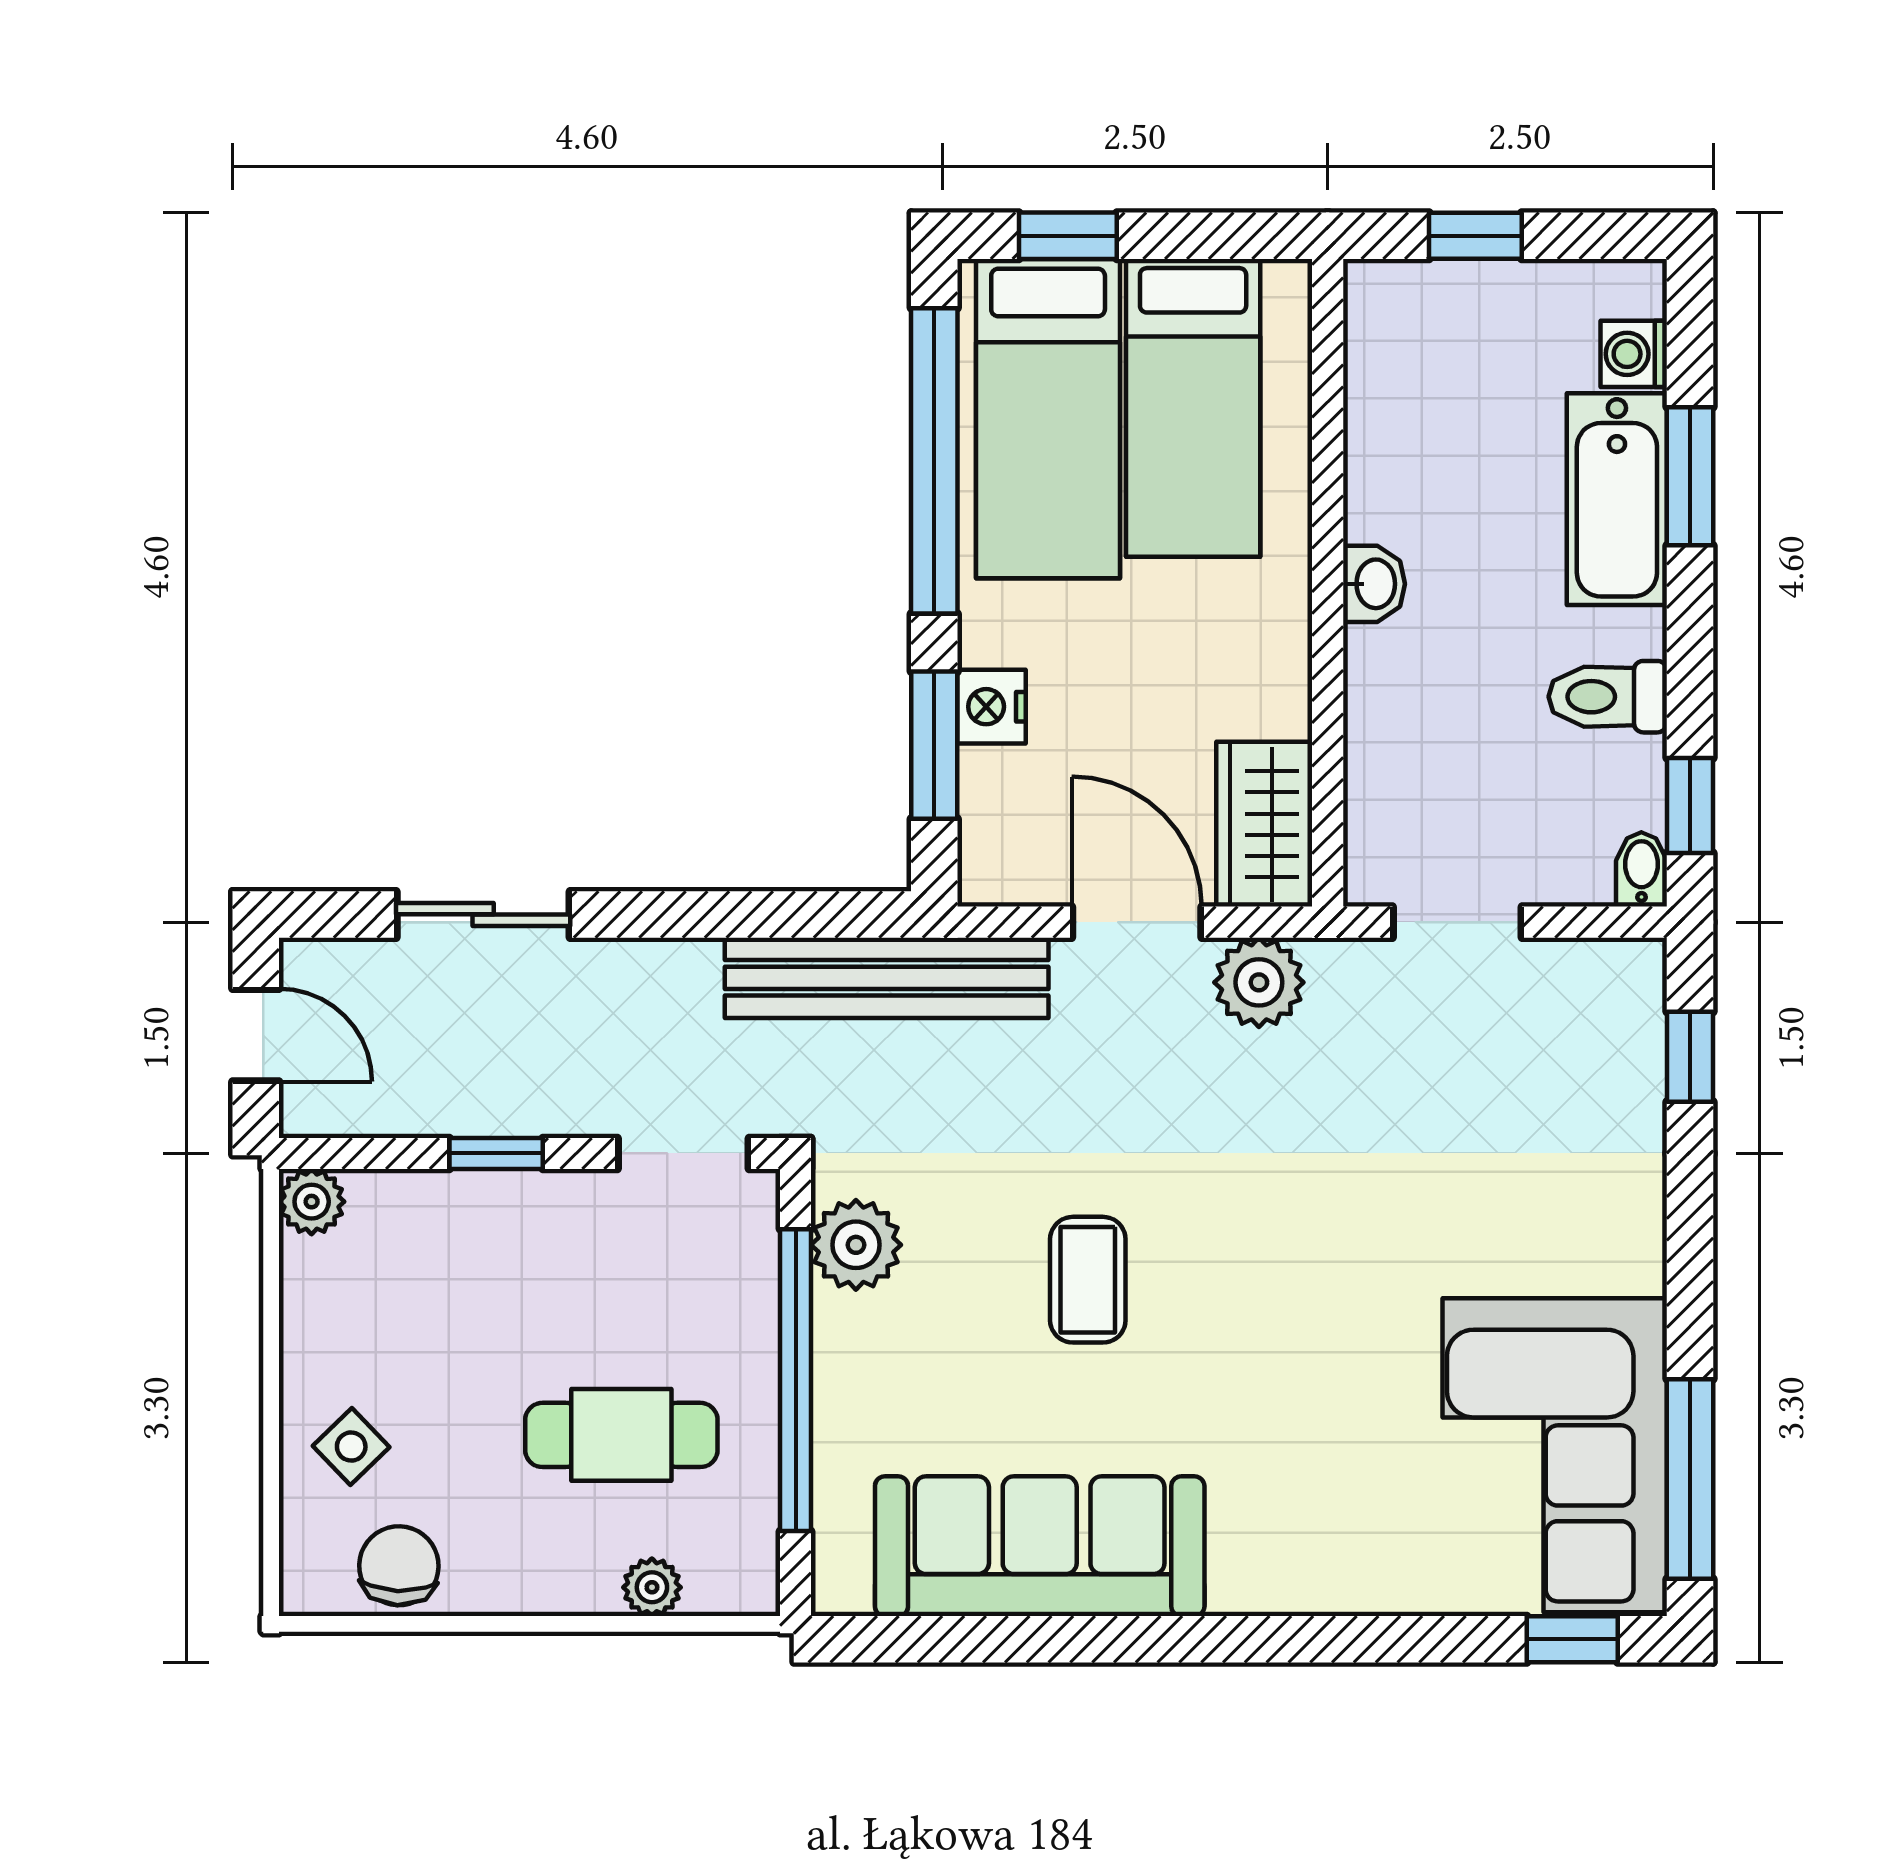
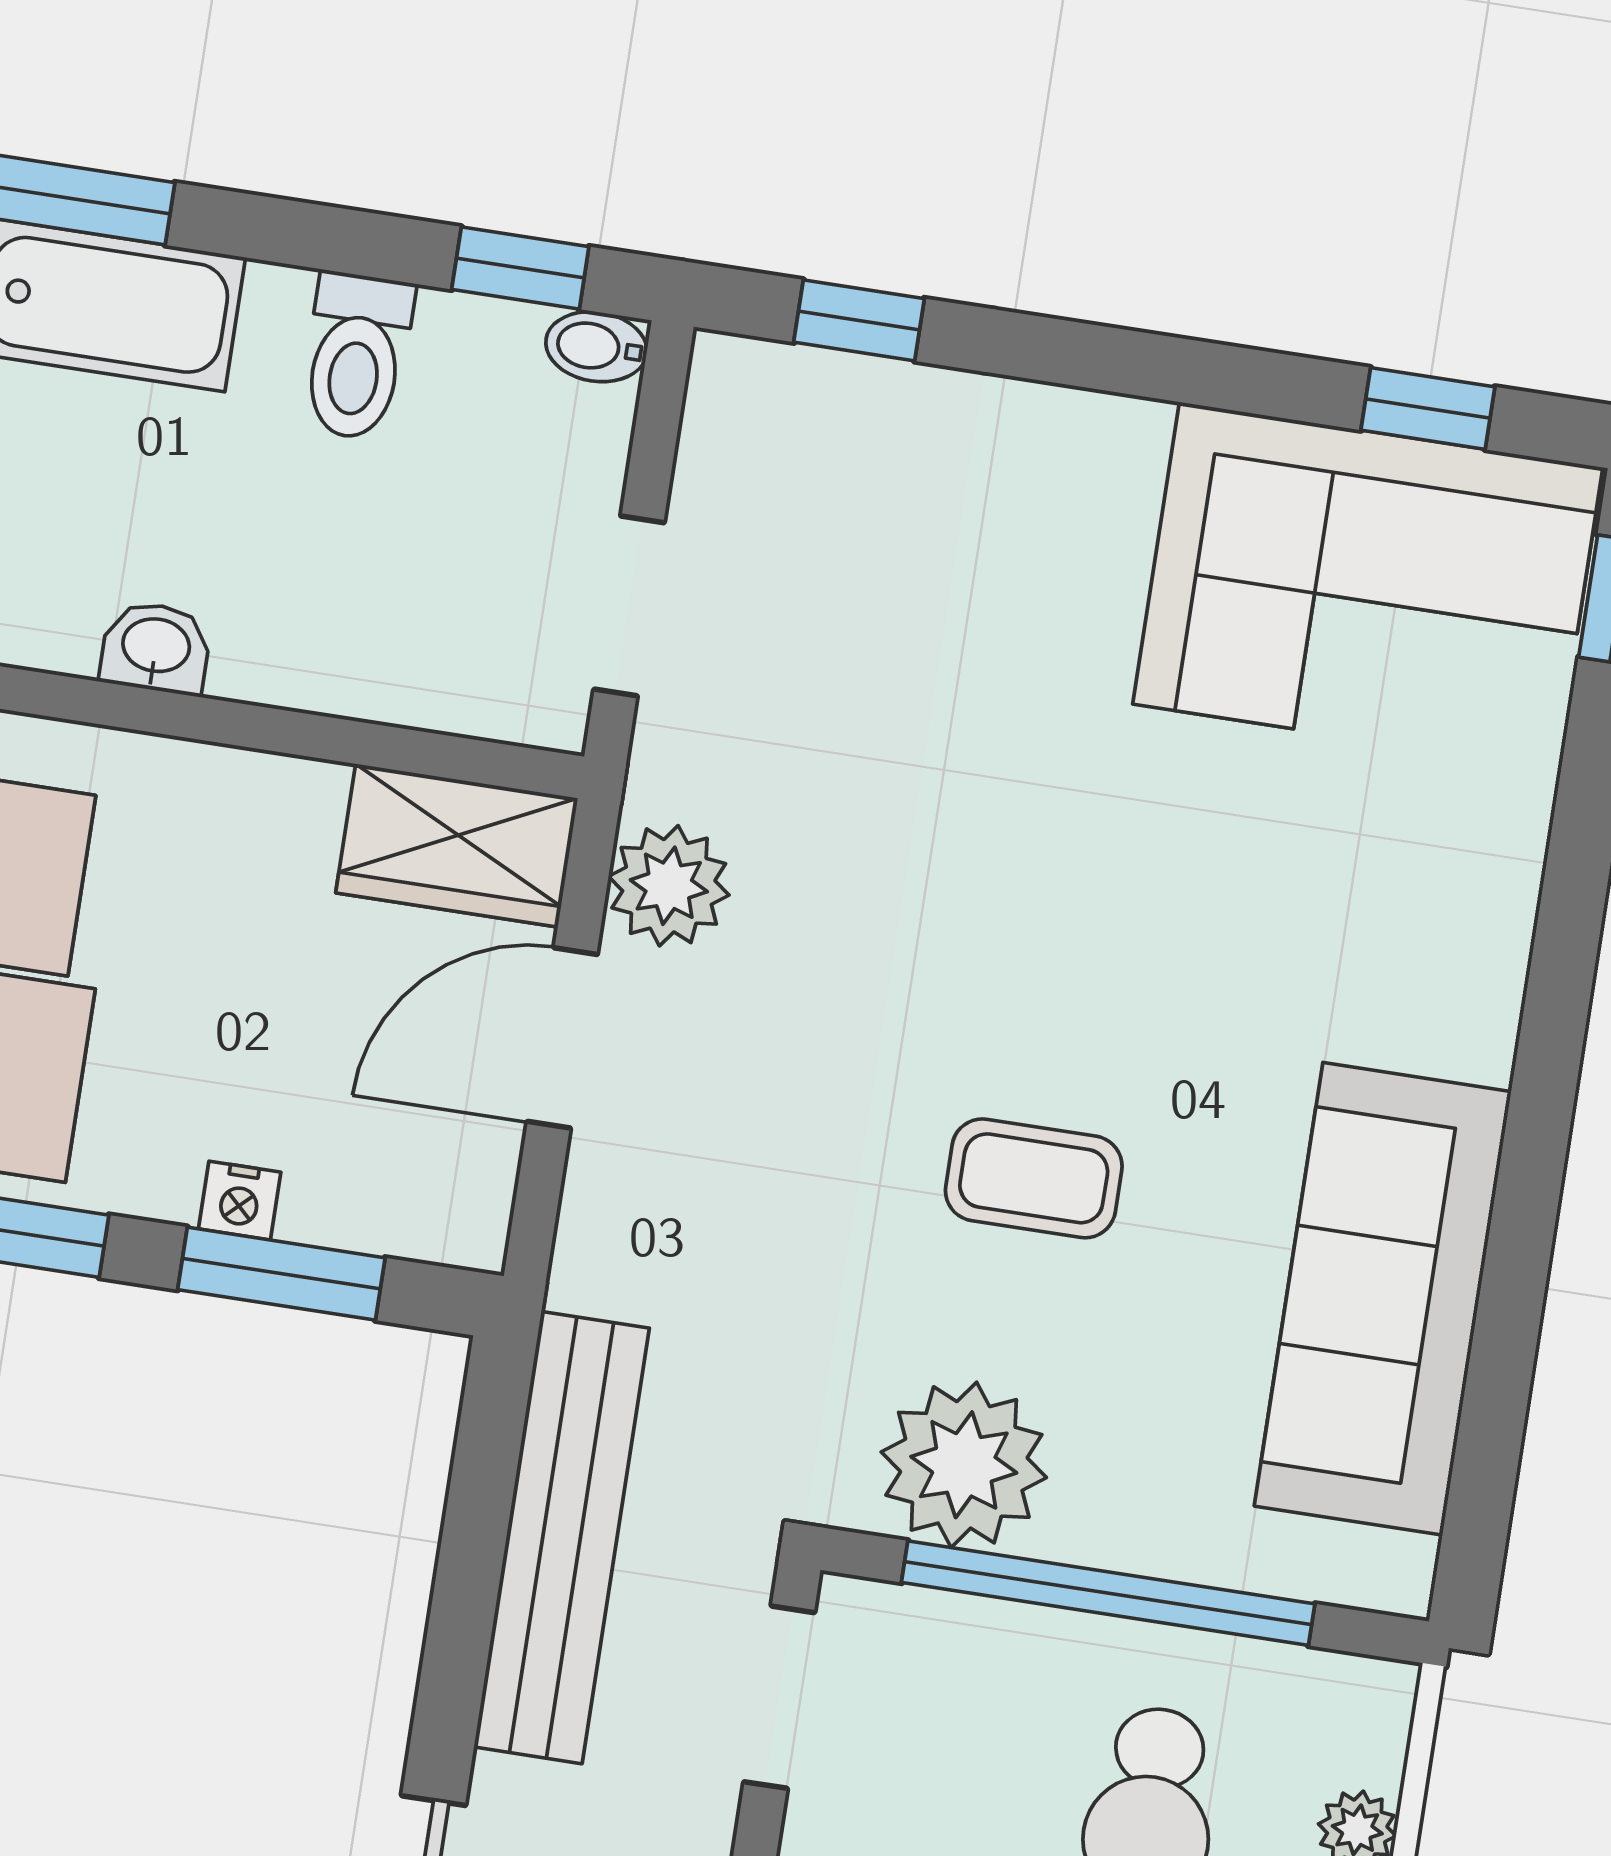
nightstand: (992, 707) -> (240, 1201), width x0.72, depth x0.74
bench: (887, 978) -> (562, 1538), moved
plant: (856, 1245) -> (964, 1465), width x1.36, depth x1.36
window: (1690, 1479) -> (1428, 408), width x0.46

